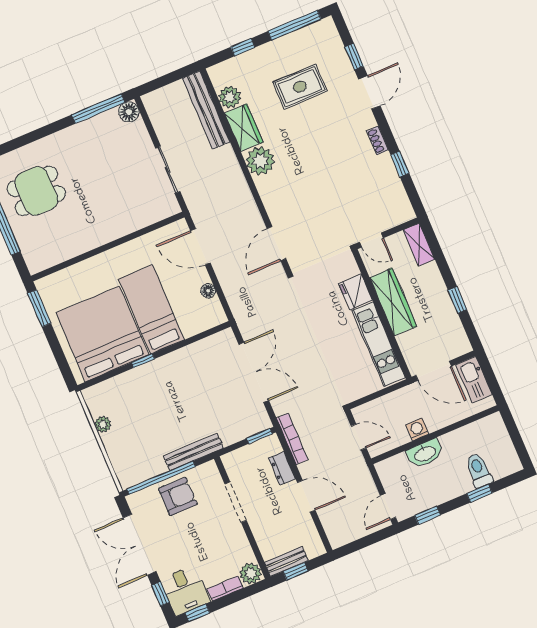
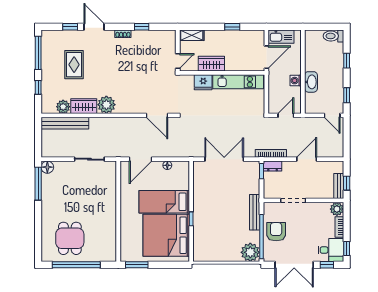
wardrobe: (393, 302) -> (211, 64), width x0.67
plant: (103, 424) -> (250, 252), moved, width x1.87, depth x1.87
dresser: (282, 468) -> (273, 166), moved
toilet: (479, 470) -> (333, 36), moved

